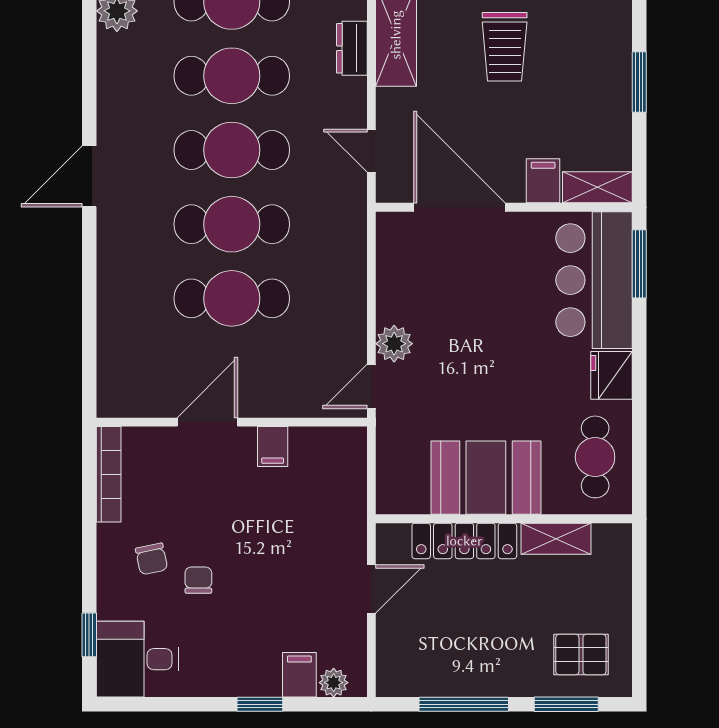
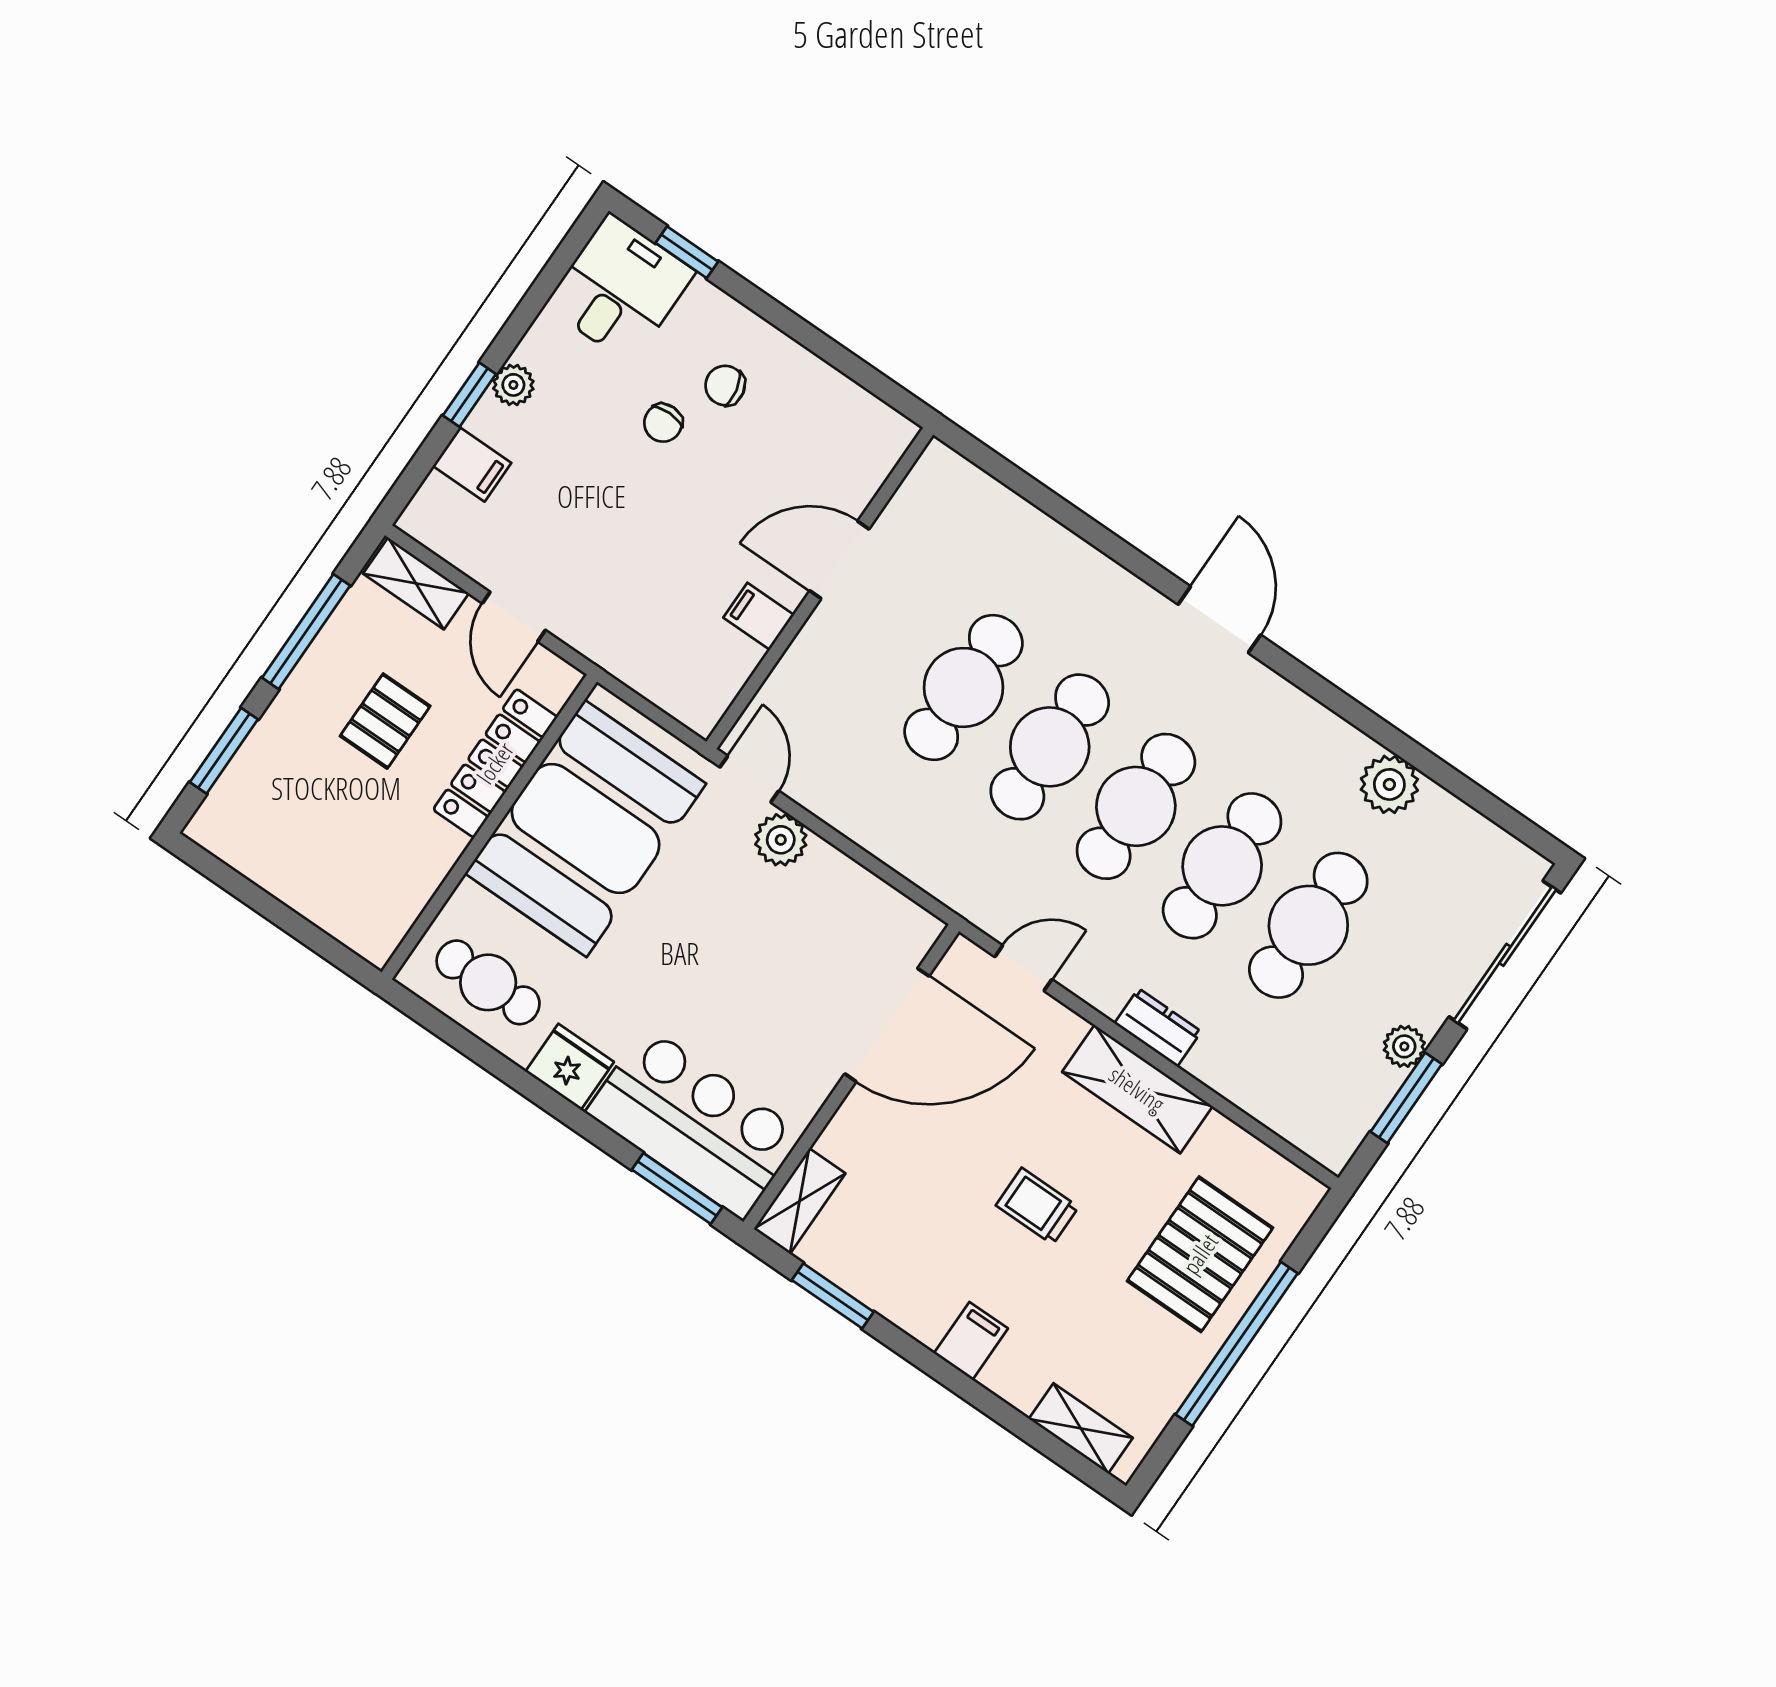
trolley: (505, 47) -> (1037, 1206), width x0.73, depth x0.72
window: (639, 82) -> (833, 1296), moved
filing cabinet: (543, 181) -> (971, 1341), moved, turned -90
door: (207, 422) -> (839, 560), swing flipped
bookcase: (109, 474) -> (858, 403), removed
booth: (486, 478) -> (586, 829), width x1.36, depth x1.42
shelving: (556, 539) -> (416, 583), moved, turned 90
chair: (198, 580) -> (663, 423), turned 90
pallet: (581, 655) -> (385, 721), moved
plant: (334, 683) -> (513, 385), moved

